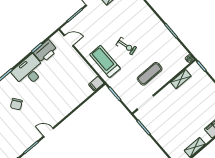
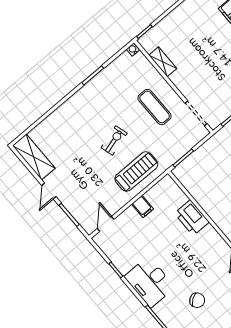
printer: (45, 51) -> (192, 218), moved, turned 180
treadmill: (105, 61) -> (136, 172), turned 180
filing cabinet: (96, 84) -> (142, 206), moved

